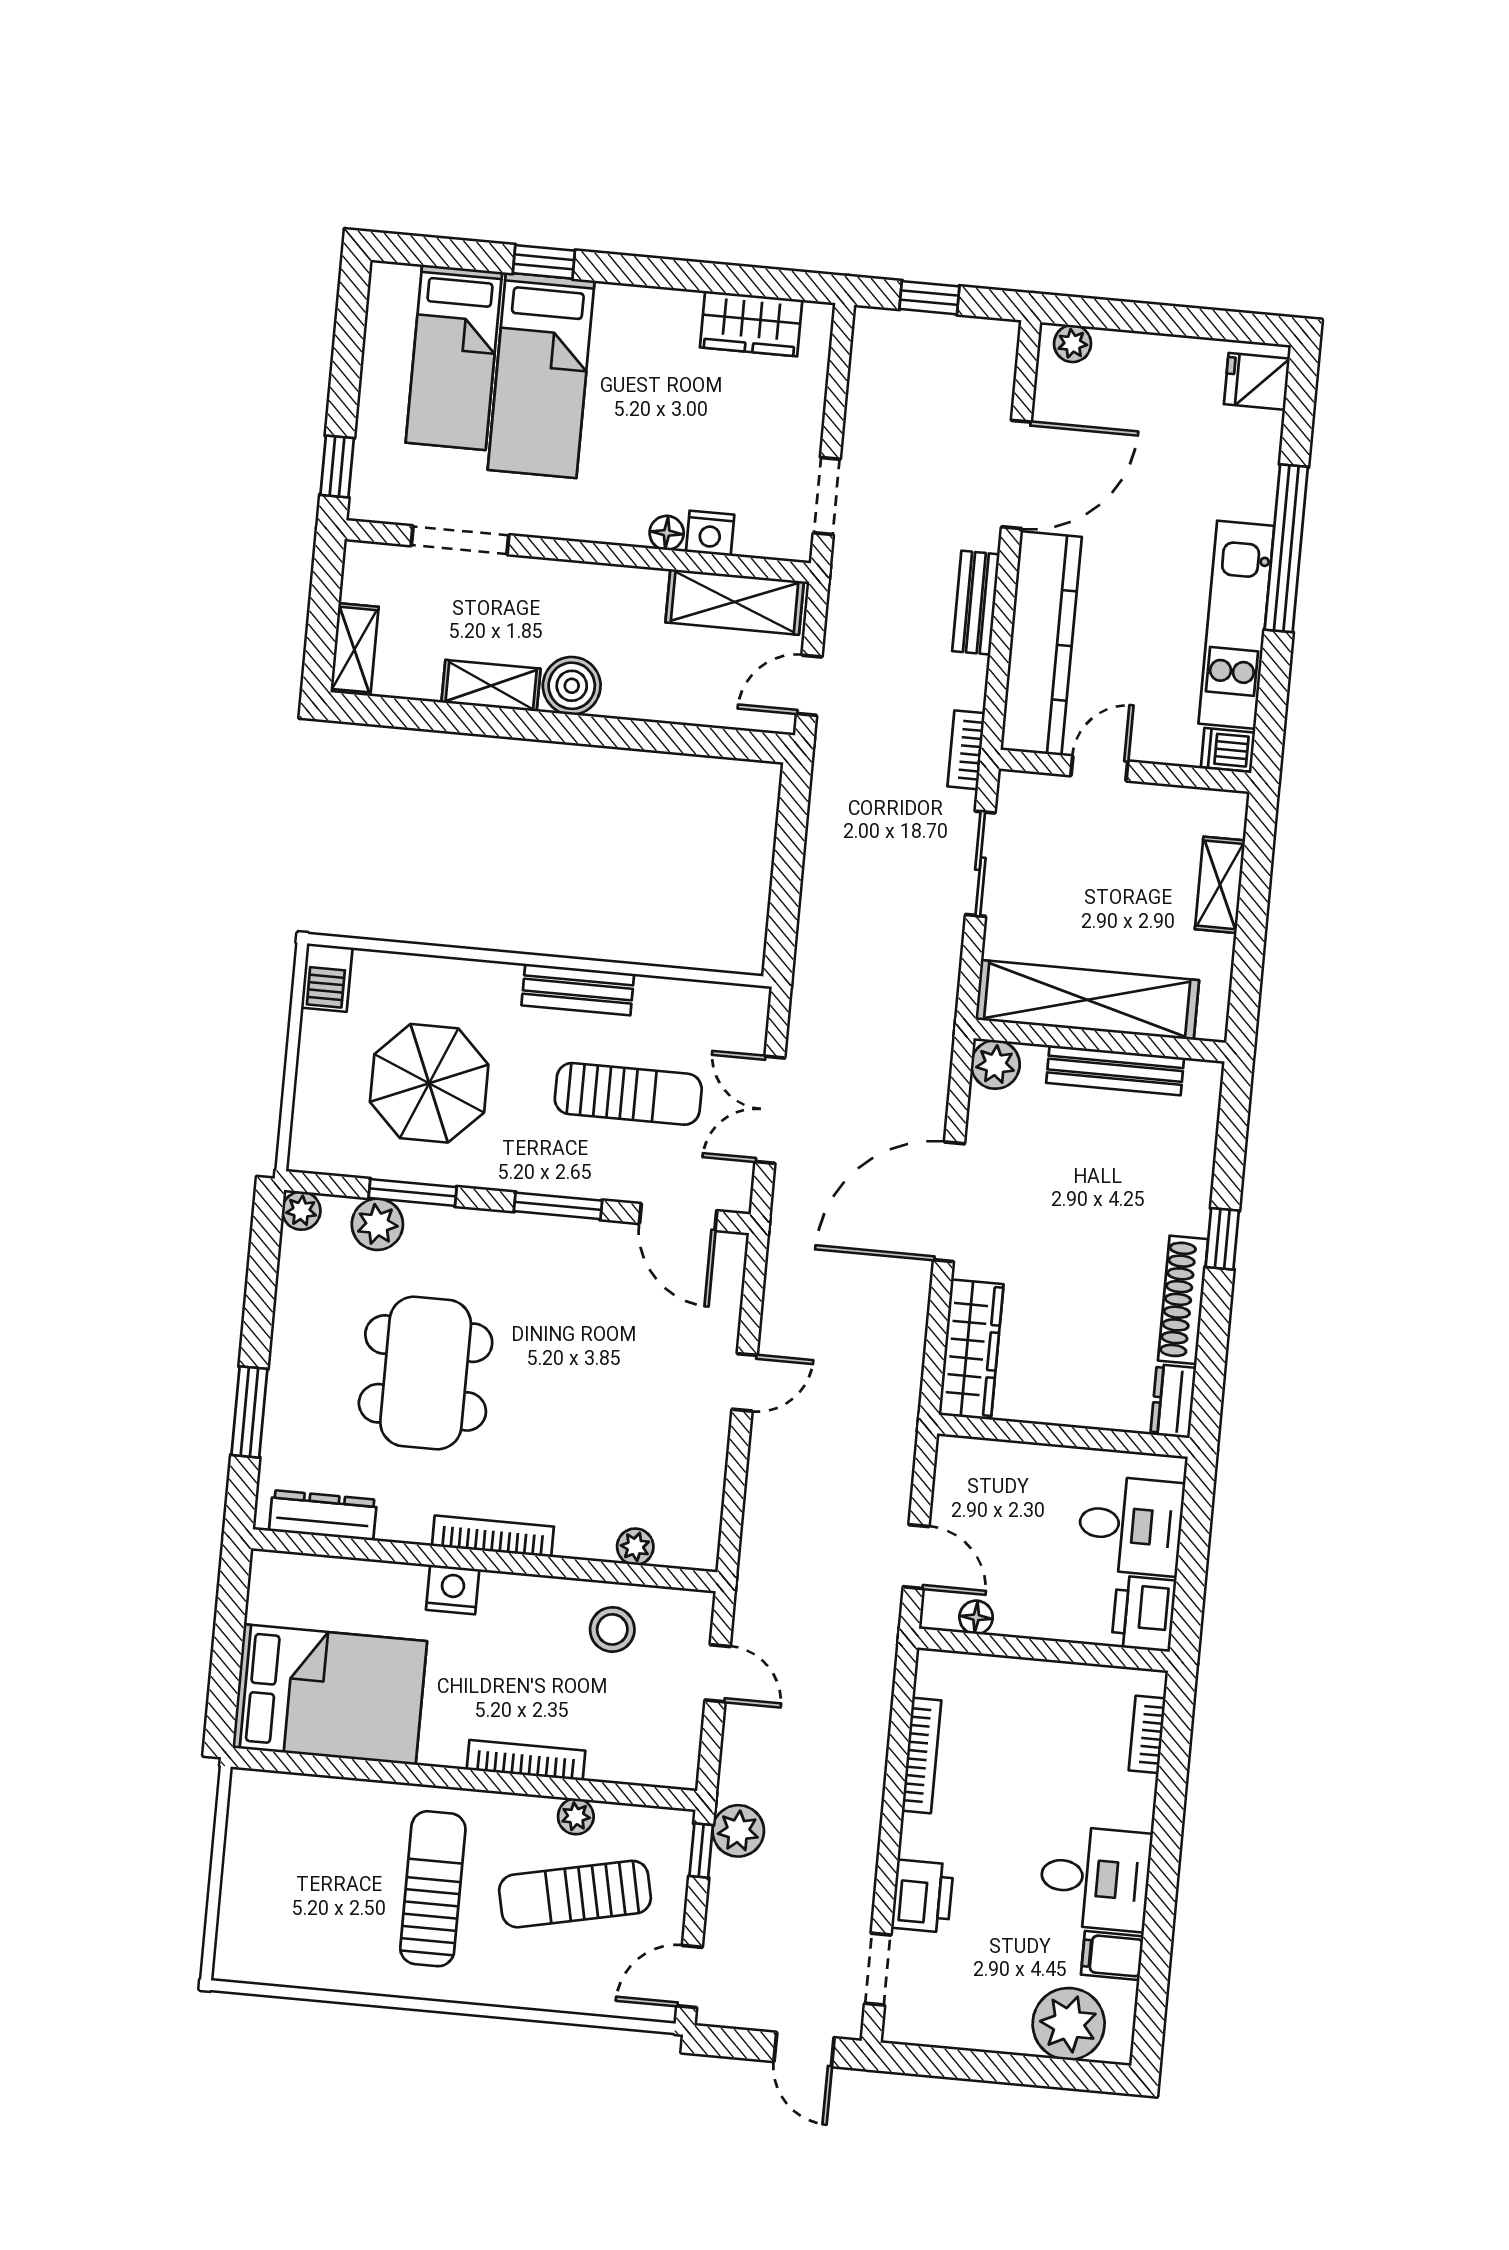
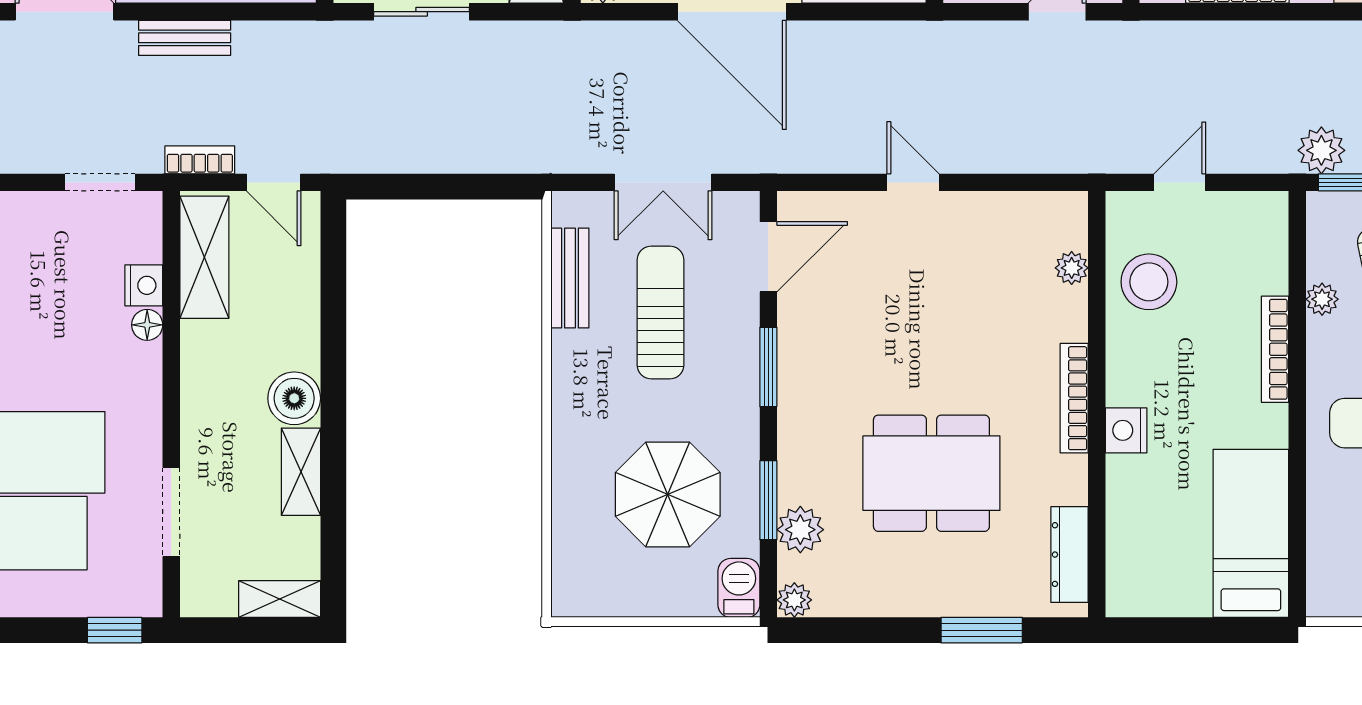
bookcase: (966, 750) -> (200, 160), moved, turned 180
barbecue: (327, 978) -> (739, 588), moved, turned -90
bench: (578, 990) -> (570, 278), moved
stool: (612, 1629) -> (1149, 282), width x1.38, depth x1.38
bed: (330, 1695) -> (1251, 533), width x0.67

